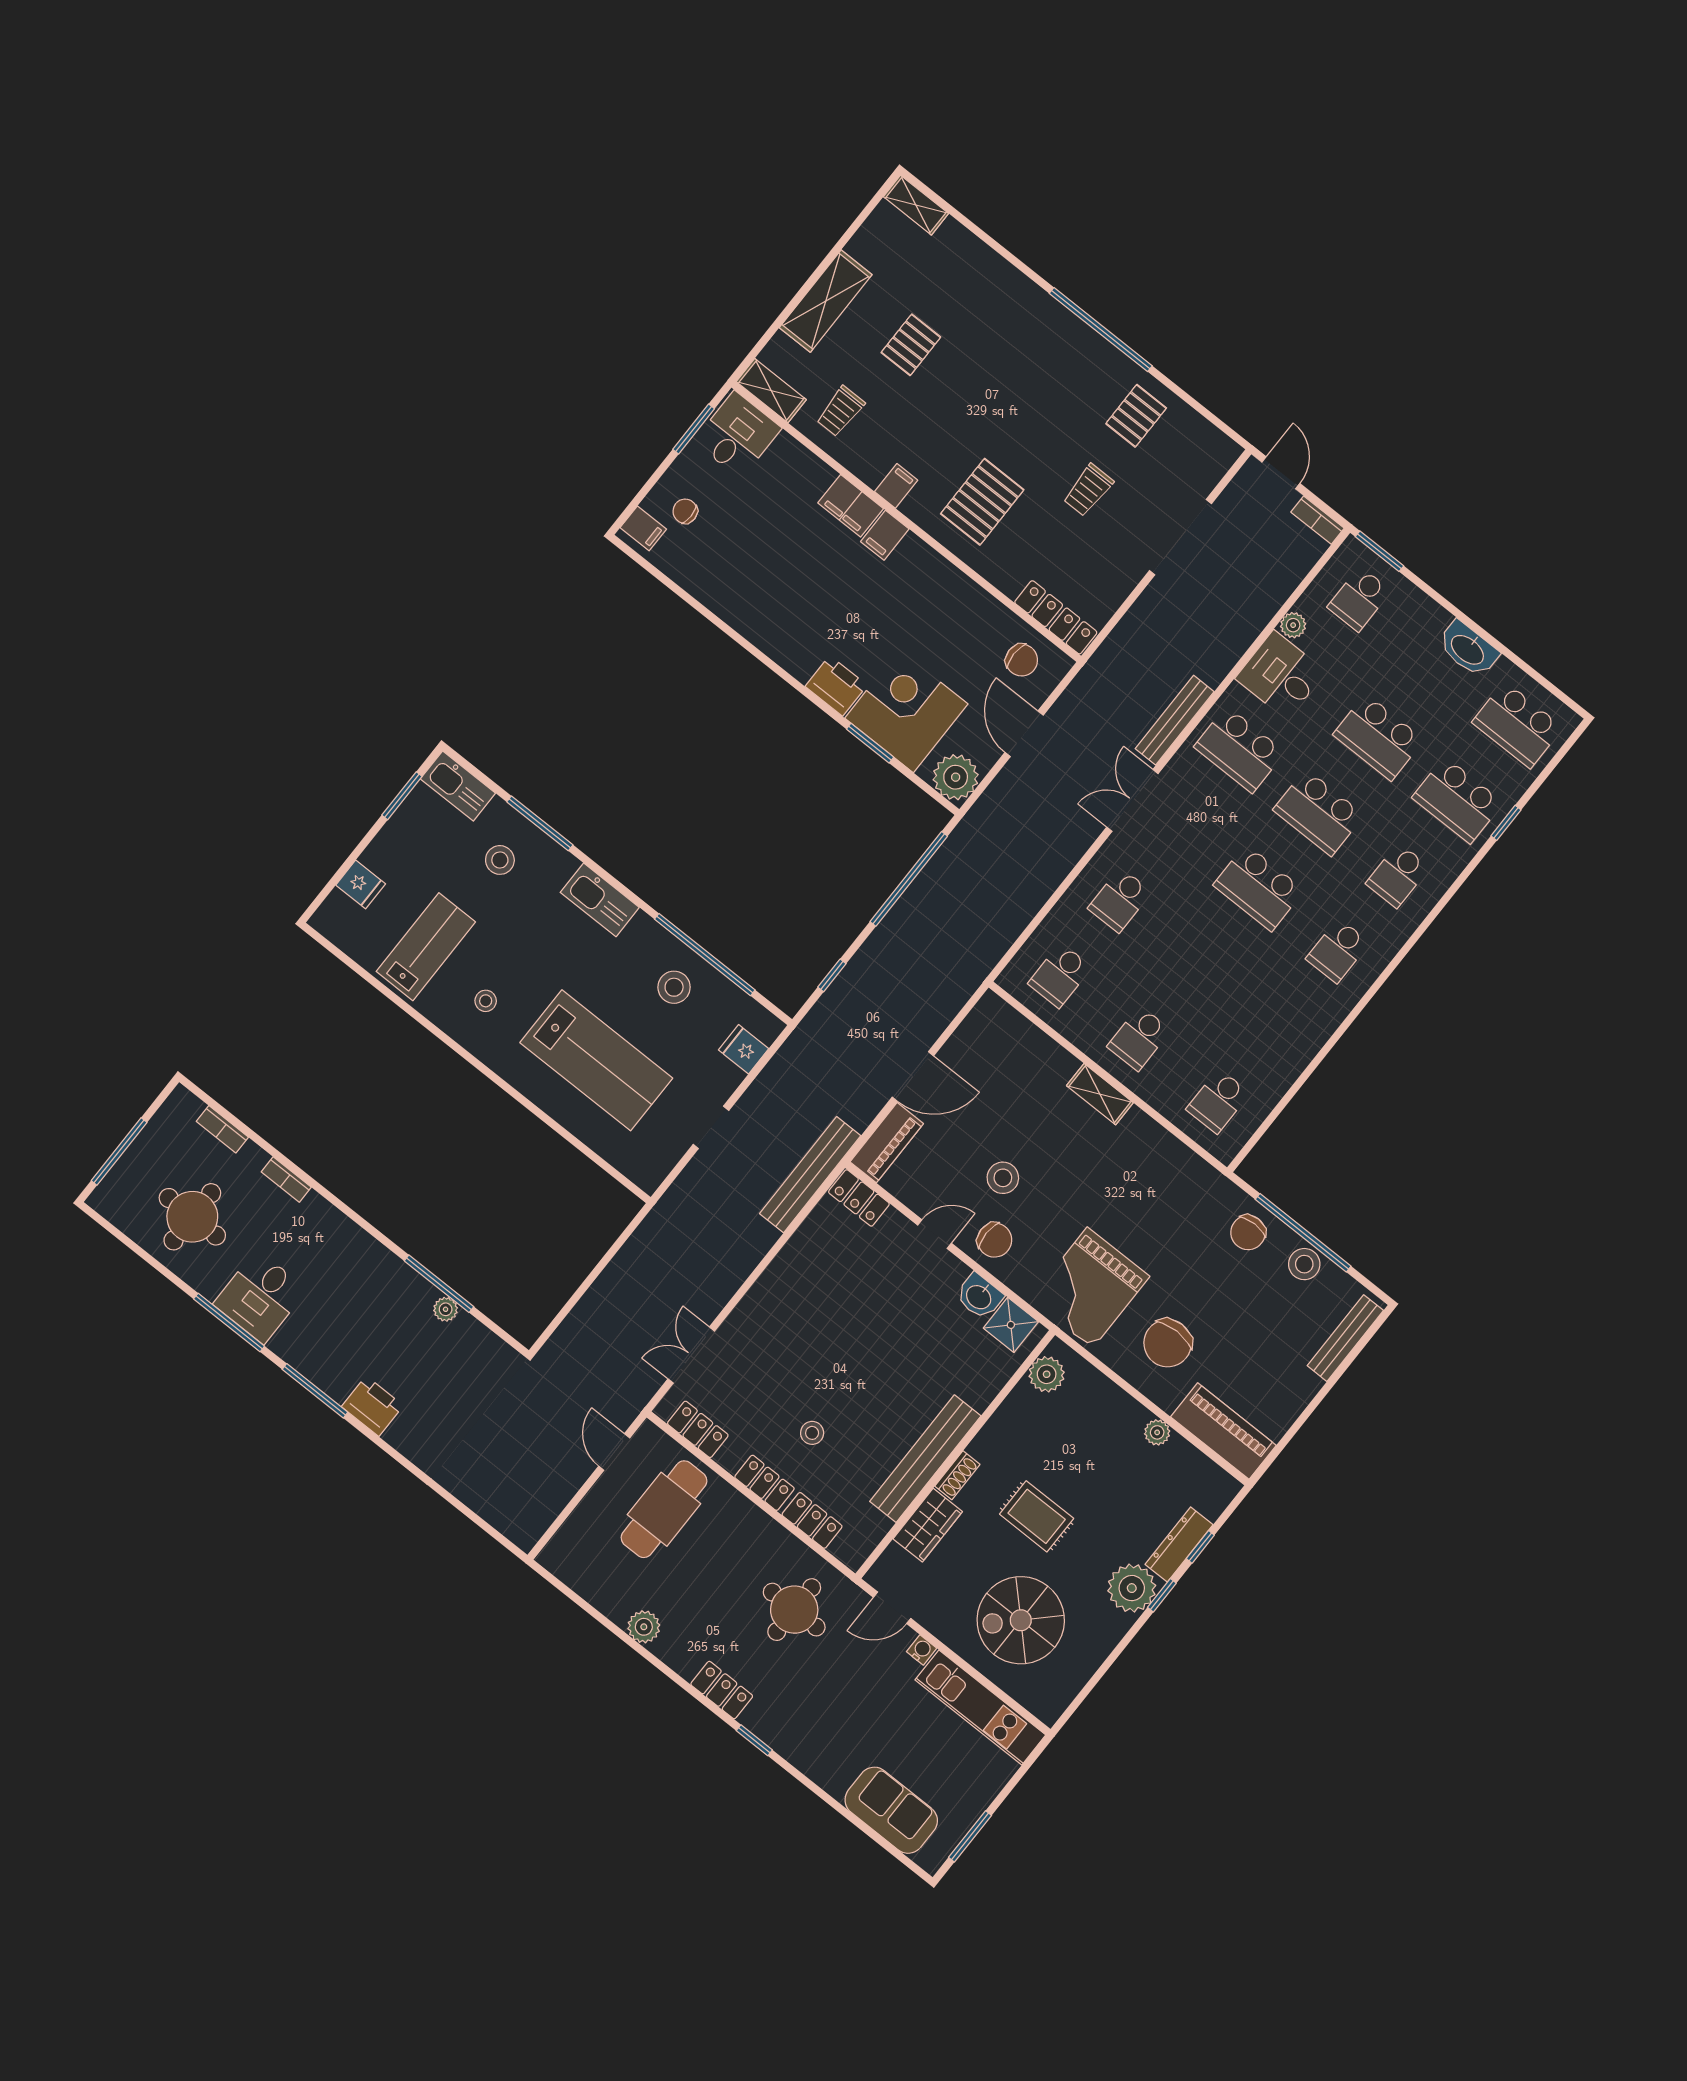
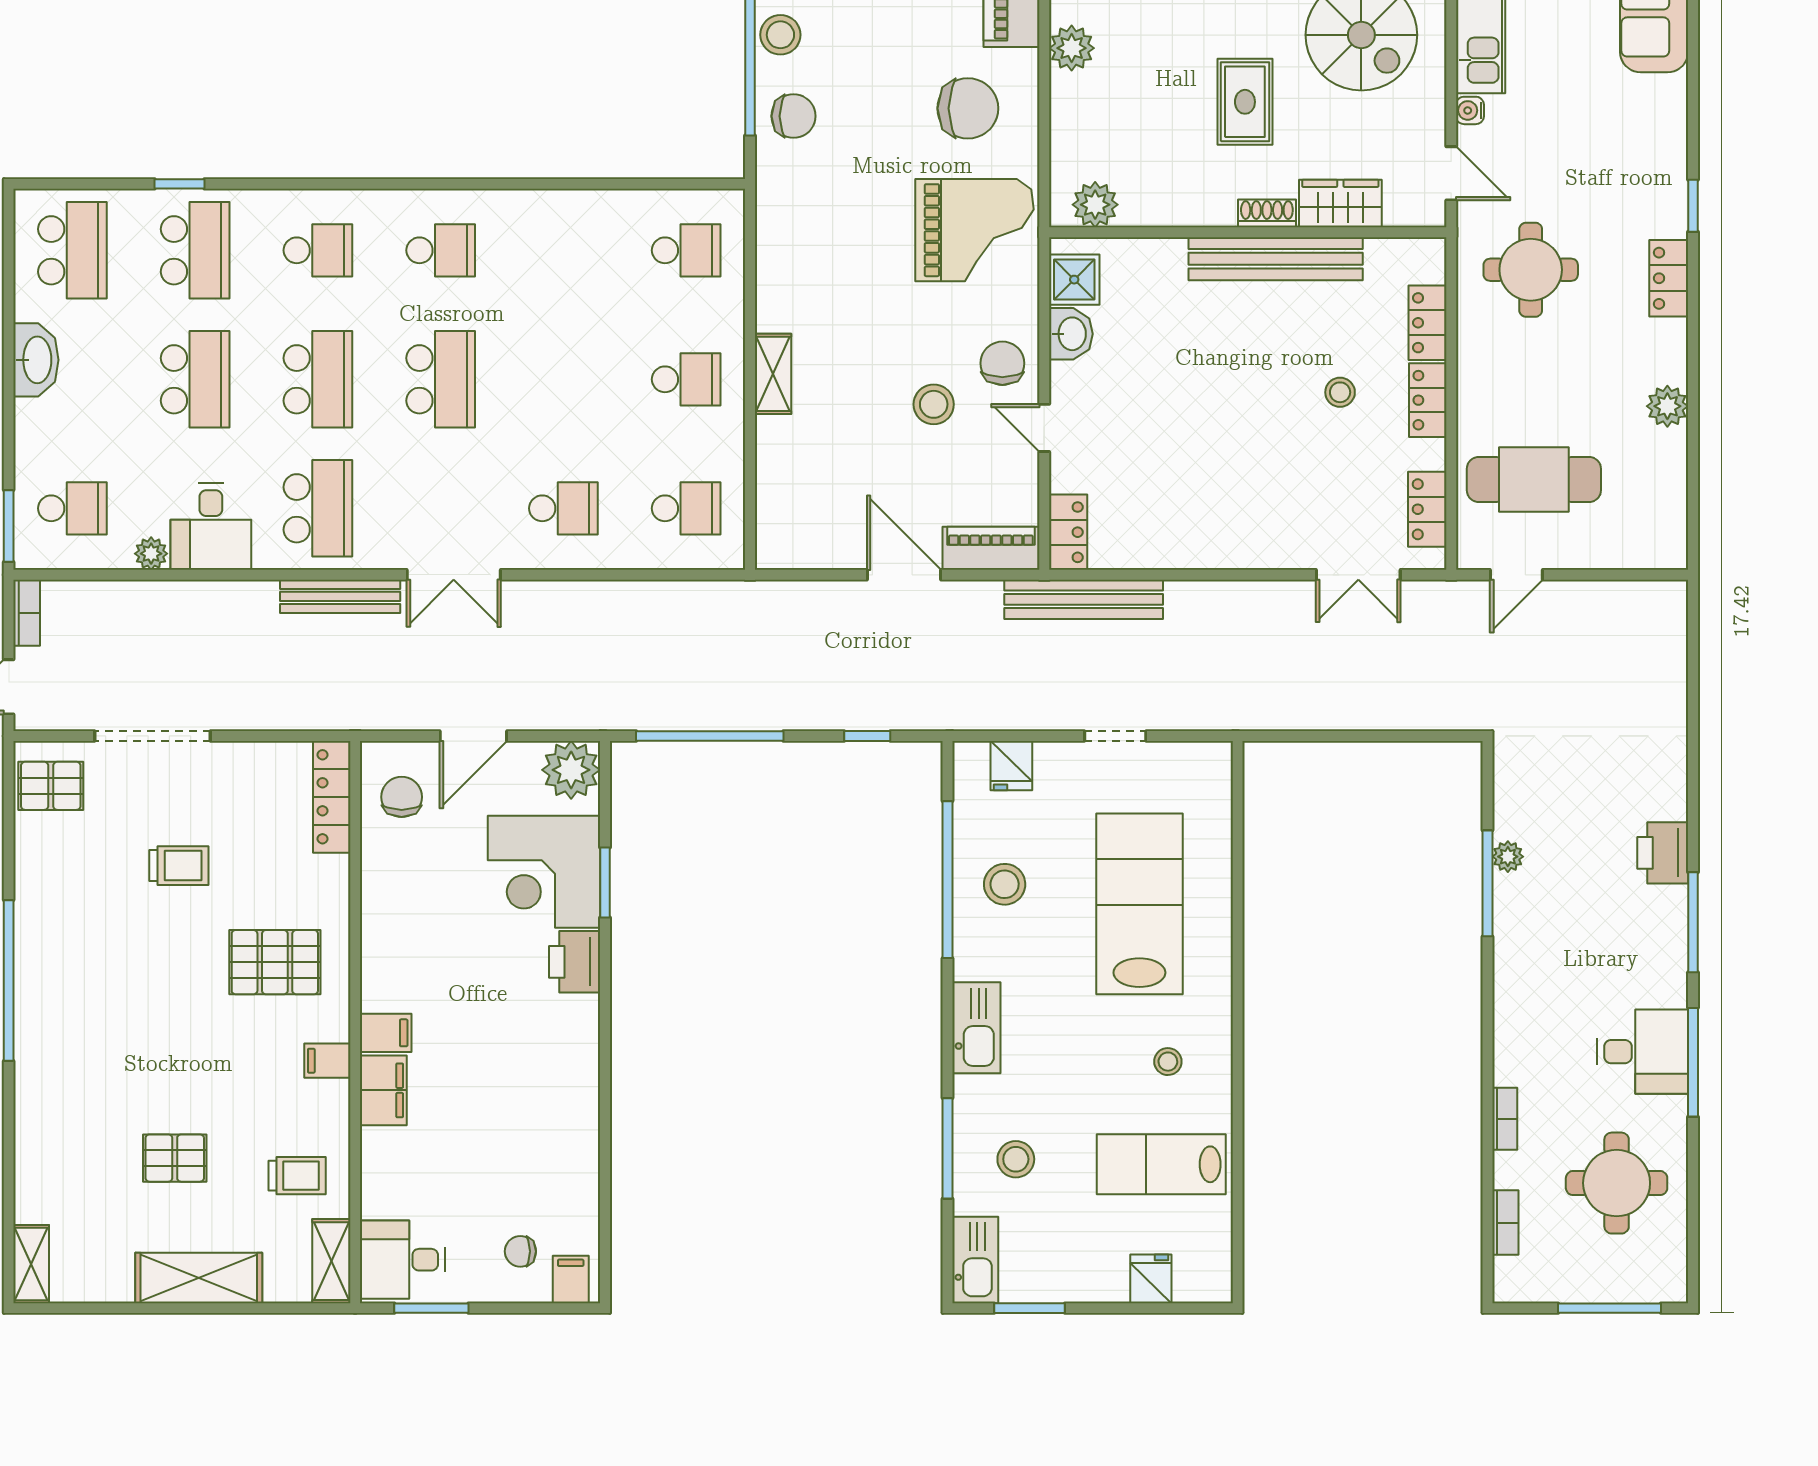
pallet: (1136, 416) -> (51, 786), moved
chair: (685, 511) -> (520, 1251), turned 90
plant: (1157, 1432) -> (1072, 48), width x1.38, depth x1.38

